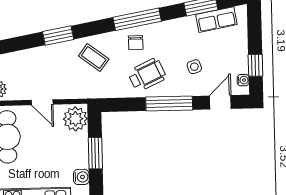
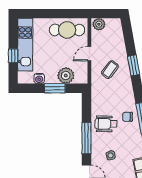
coffee table: (94, 57) -> (110, 70), moved
wheelchair: (147, 75) -> (106, 124), turned 115
plant: (75, 119) -> (66, 76), moved

